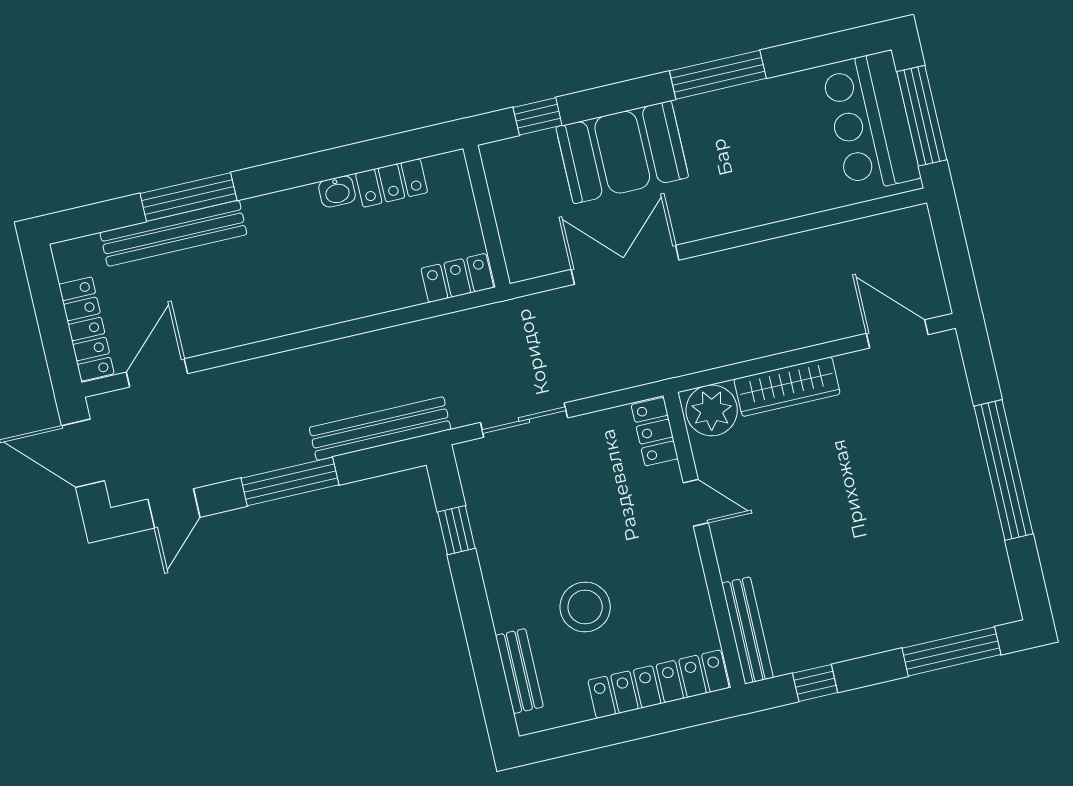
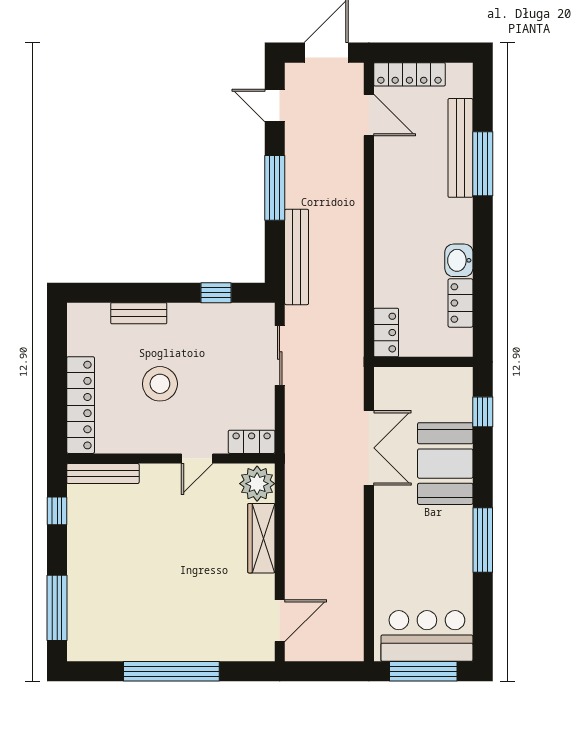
washbasin: (337, 192) -> (459, 260), width x1.38, depth x1.45
stool: (585, 607) -> (160, 384), moved
bench: (519, 671) -> (139, 313), moved

